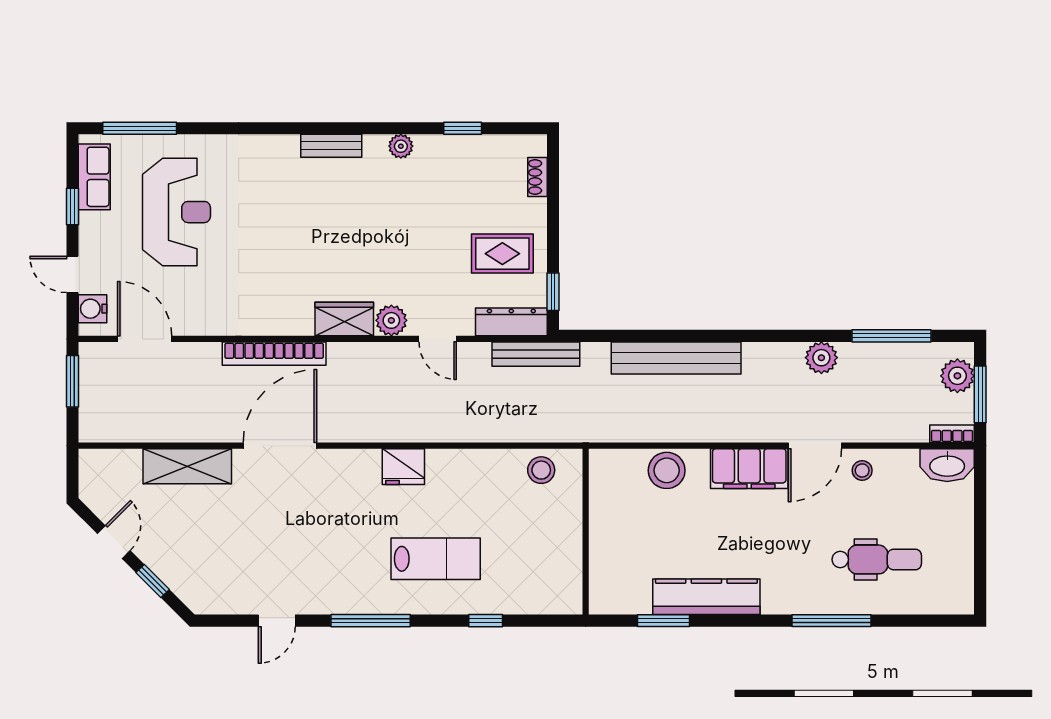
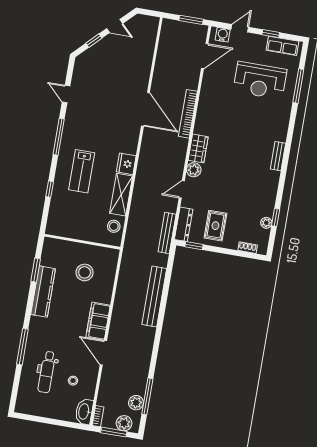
window: (140, 128) -> (298, 86), moved
plant: (401, 146) -> (266, 223), moved
plant: (821, 358) -> (136, 403), moved
shelving: (187, 466) -> (121, 195), moved
stool: (667, 470) -> (85, 272), moved
stool: (862, 470) -> (73, 381), moved

